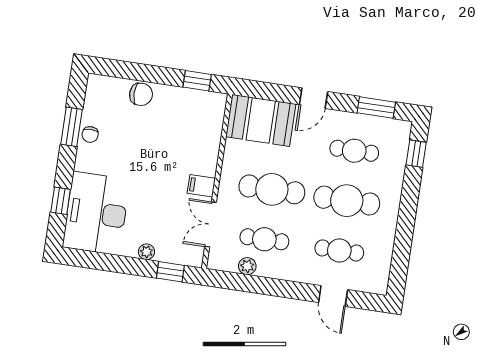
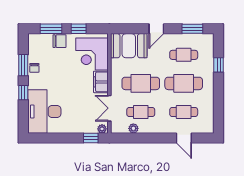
window: (129, 71) -> (51, 29), added
window: (197, 81) -> (79, 29), moved
corner desk: (194, 125) -> (92, 54), added
window: (416, 154) -> (219, 65), moved
filing cabinet: (201, 186) -> (101, 82), width x2.00
window: (61, 201) -> (23, 93), moved
plant: (146, 252) -> (102, 129), moved

